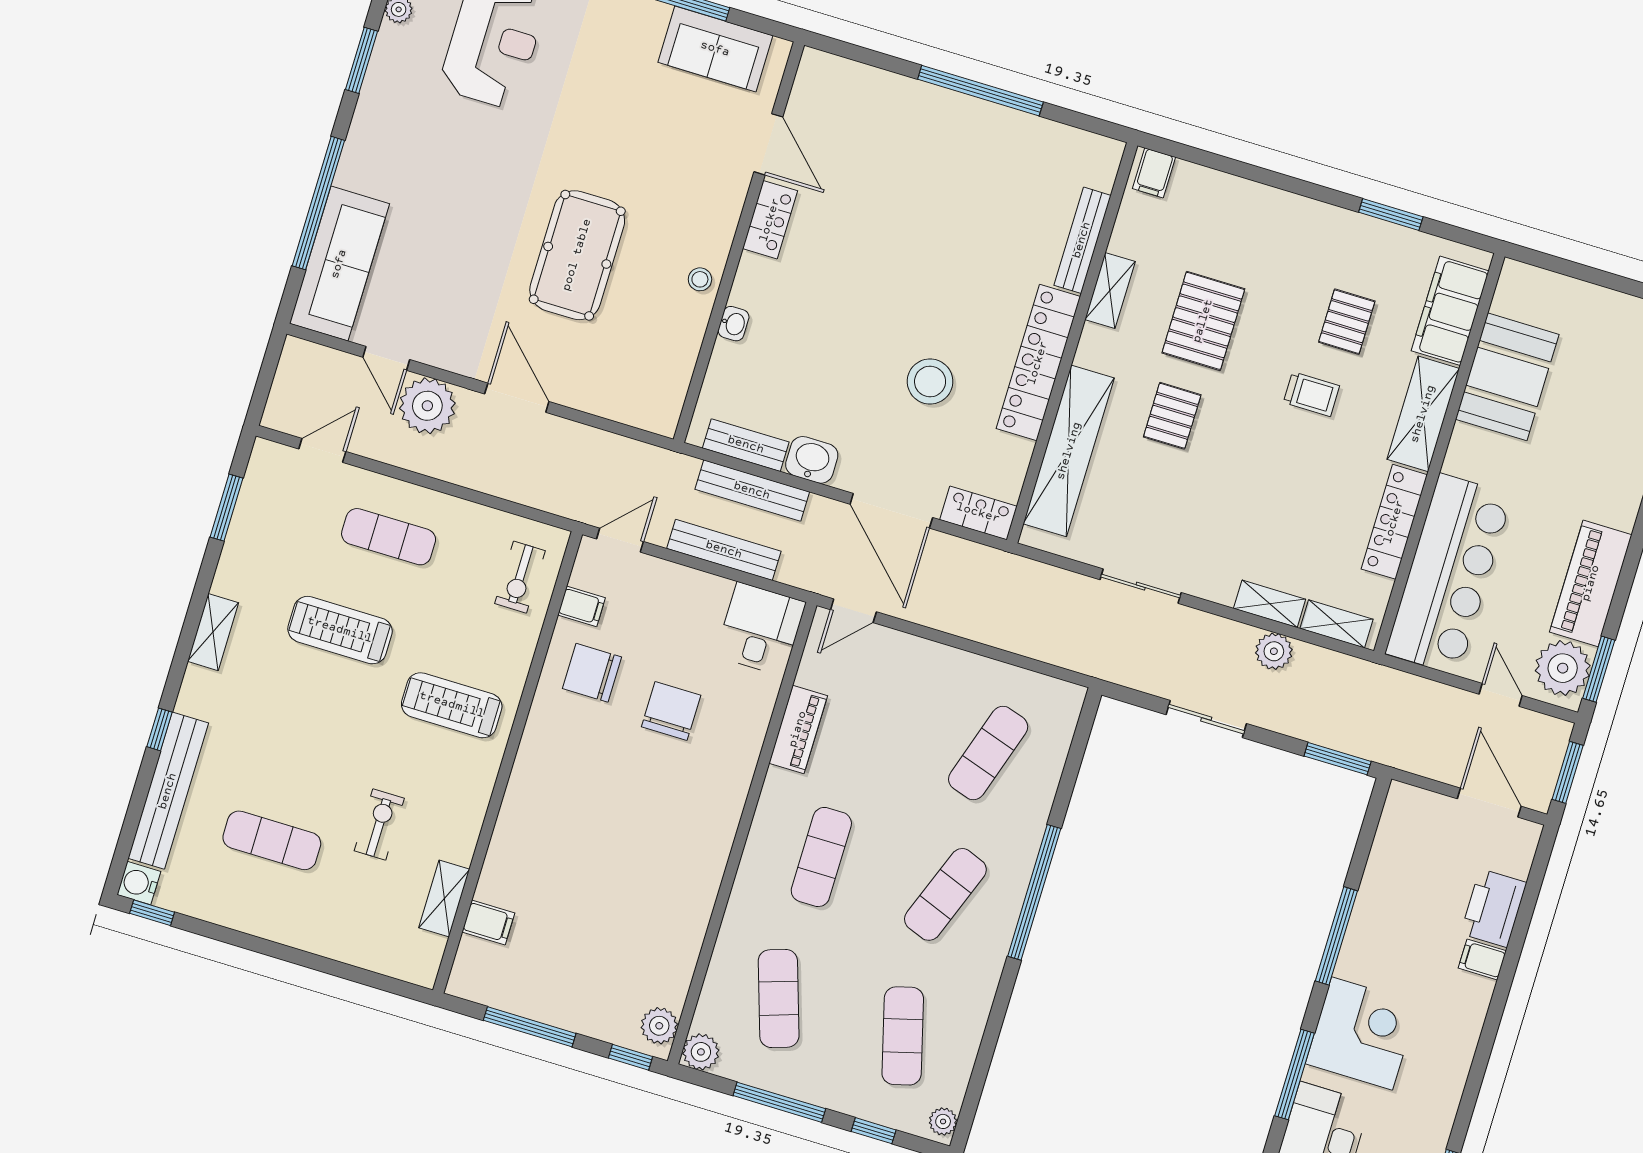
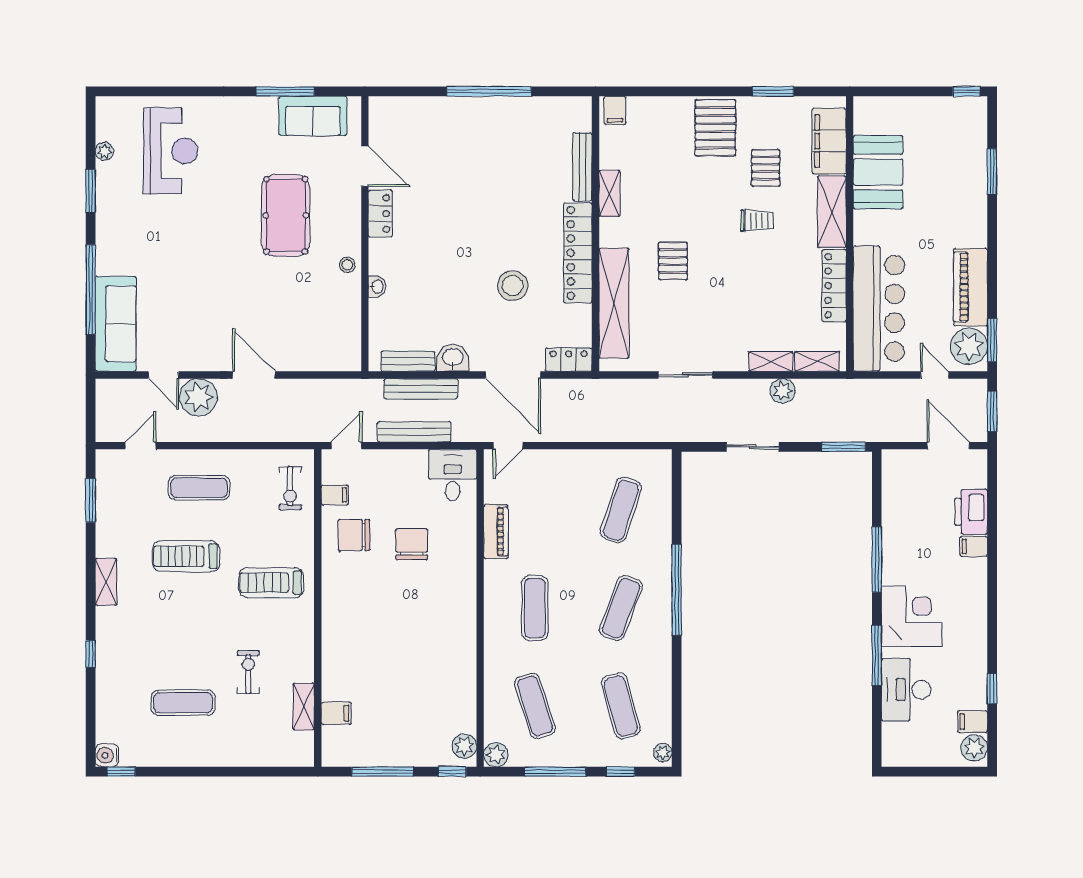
pool table: (577, 255) -> (286, 215), moved
pallet: (1203, 321) -> (715, 128), moved
bench: (168, 791) -> (108, 691), removed

